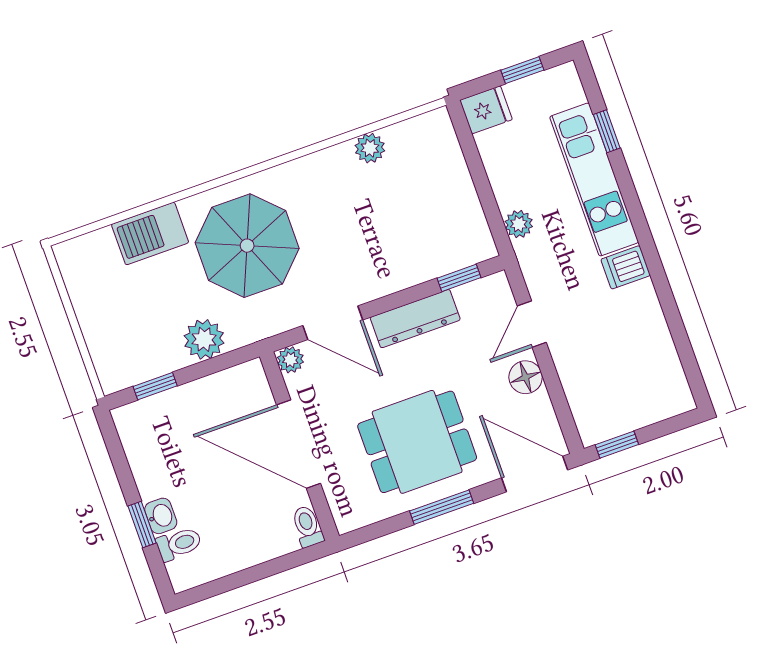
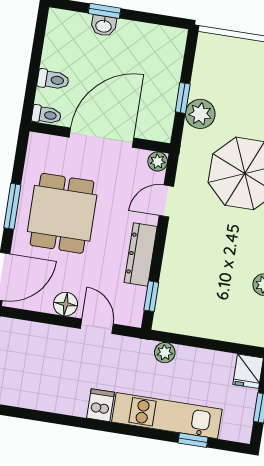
door: (333, 323) -> (166, 201), width x0.73
window: (155, 386) -> (183, 98), moved
toilet: (179, 544) -> (53, 80), moved, turned -90

